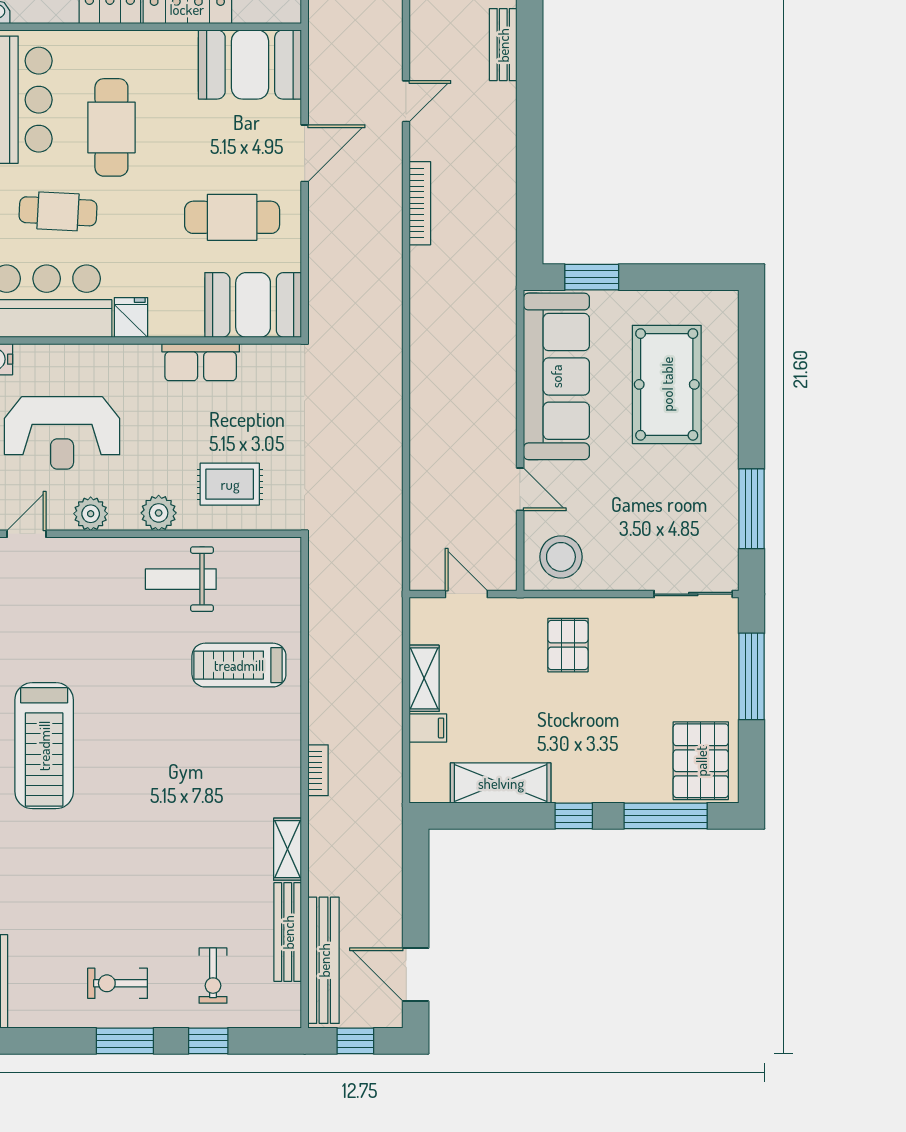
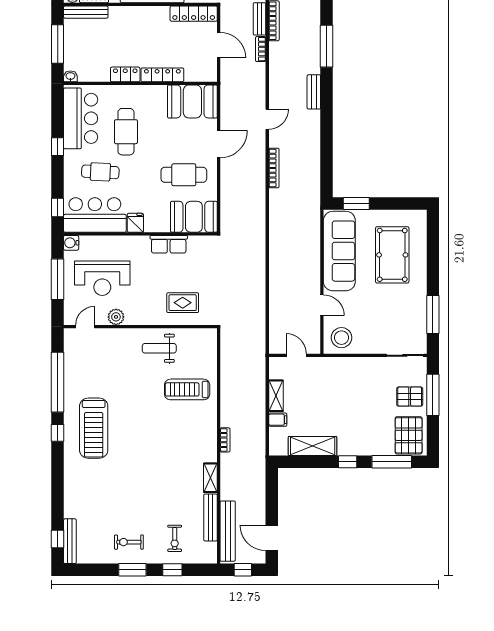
plant: (159, 513) -> (149, 317), removed
pallet: (568, 645) -> (410, 397), moved, turned 90

